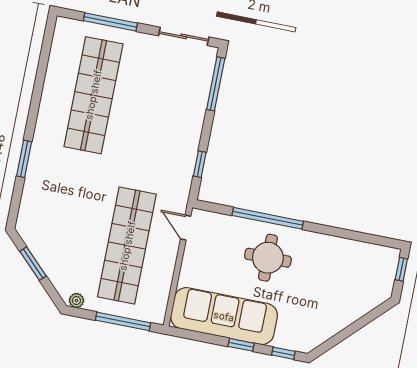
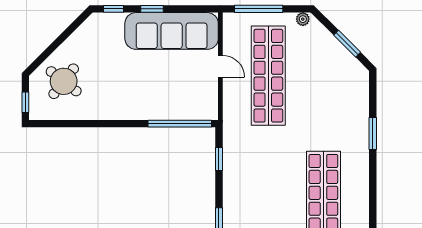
window: (268, 218) -> (180, 124), moved
door: (186, 228) -> (220, 66), moved
round table: (268, 258) -> (64, 81), moved, turned 38

